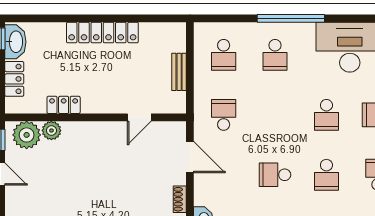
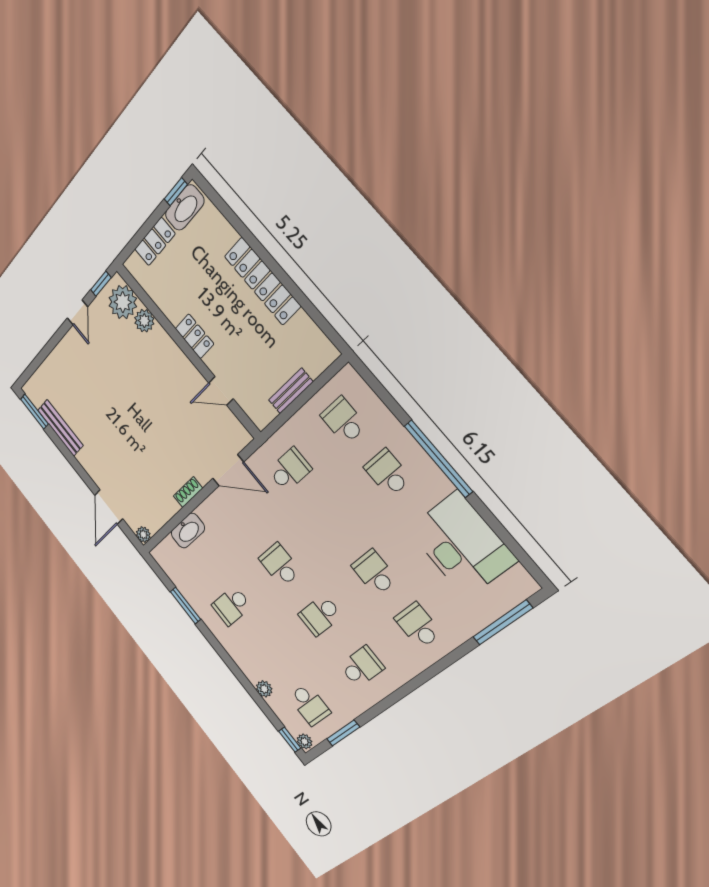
school desk: (224, 55) -> (343, 421), turned 90
school desk: (275, 55) -> (388, 473), turned 90
locker: (64, 105) -> (194, 336), moved
school desk: (326, 115) -> (374, 573), turned 90
door: (190, 157) -> (228, 470), hinge flipped

